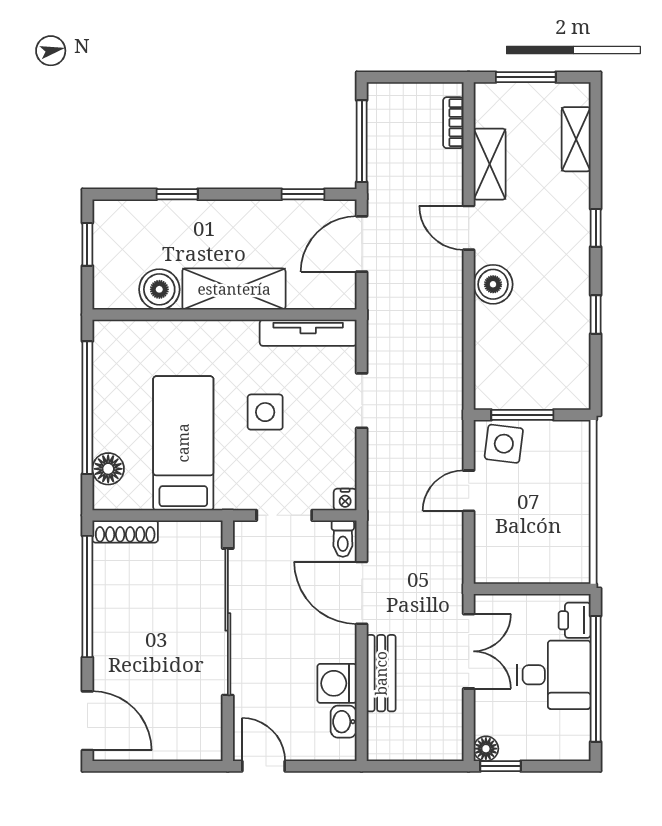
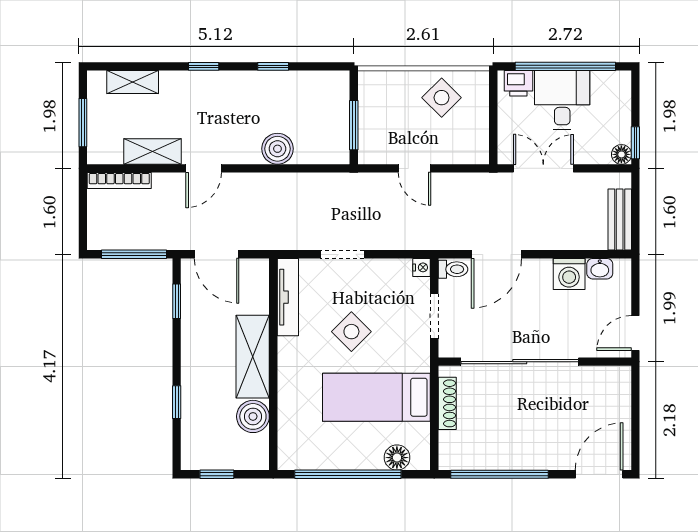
bookcase: (453, 123) -> (119, 181), width x1.56
boiler: (493, 284) -> (277, 149), moved
side table: (265, 412) -> (351, 332), turned 45
side table: (504, 444) -> (442, 98), moved, turned 38
shoe rack: (125, 531) -> (447, 403), moved
bench: (381, 673) -> (620, 220), moved, turned 90

